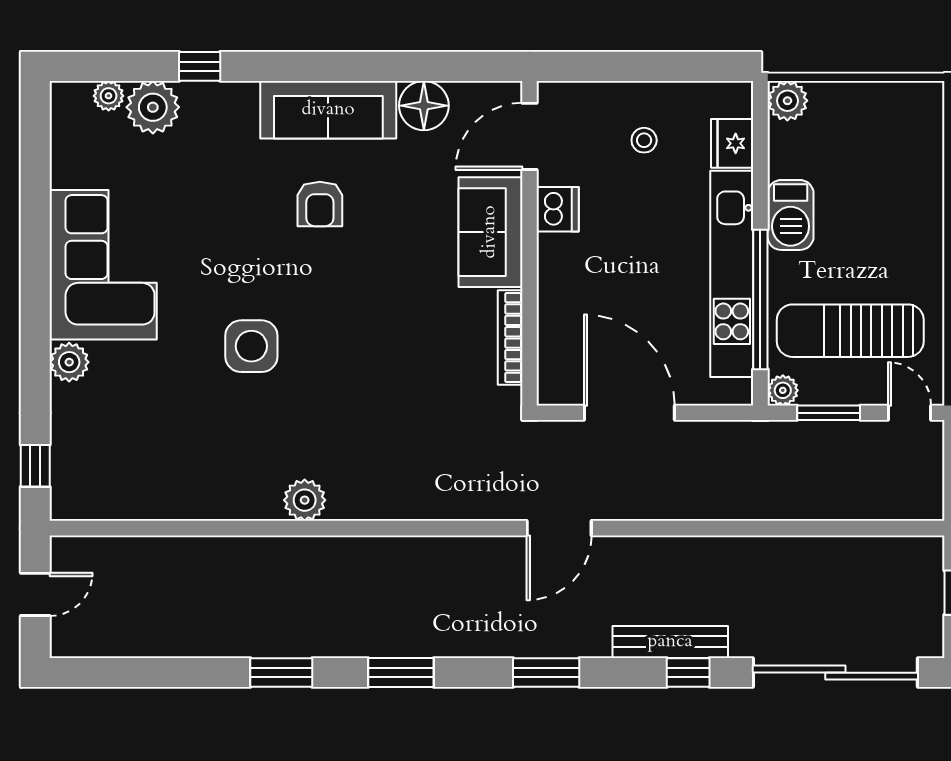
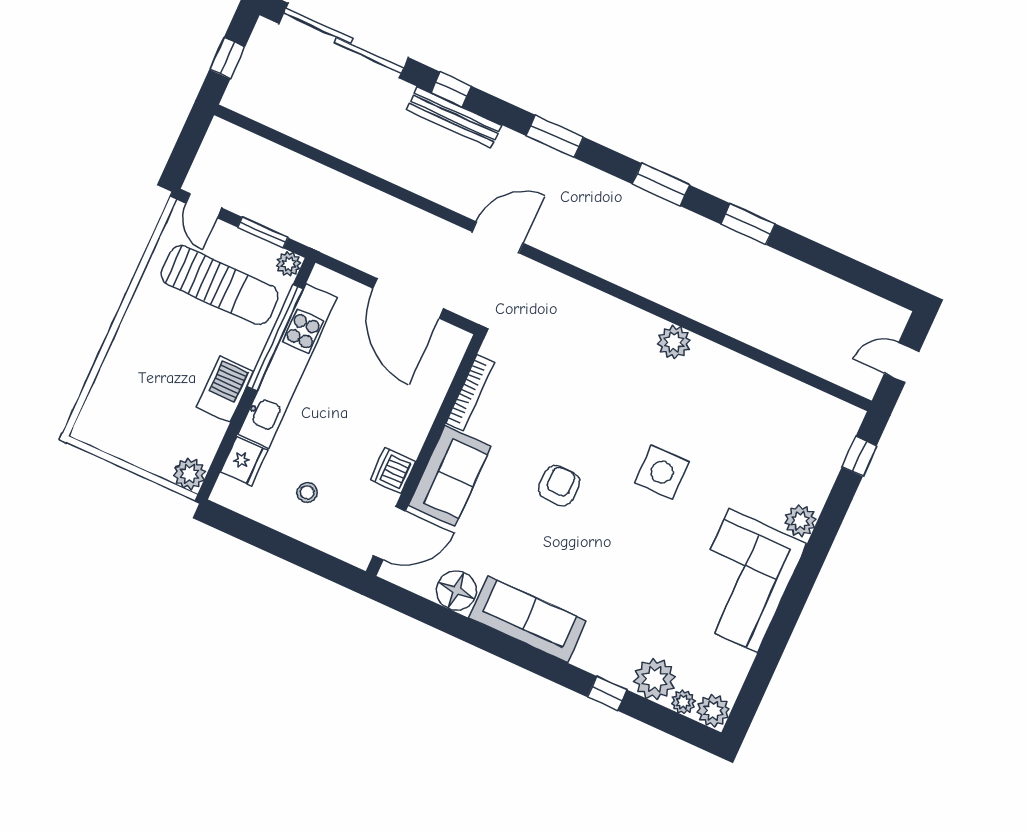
plant: (70, 101) -> (713, 711), added
armchair: (320, 204) -> (559, 486), moved

